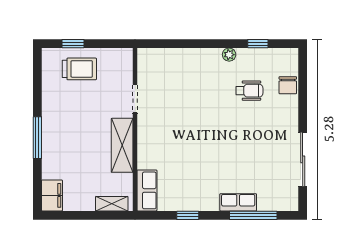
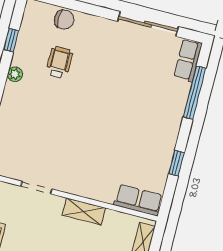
shelving: (122, 145) -> (84, 211), width x0.67, depth x0.75
row of seats: (238, 202) -> (188, 60), moved

